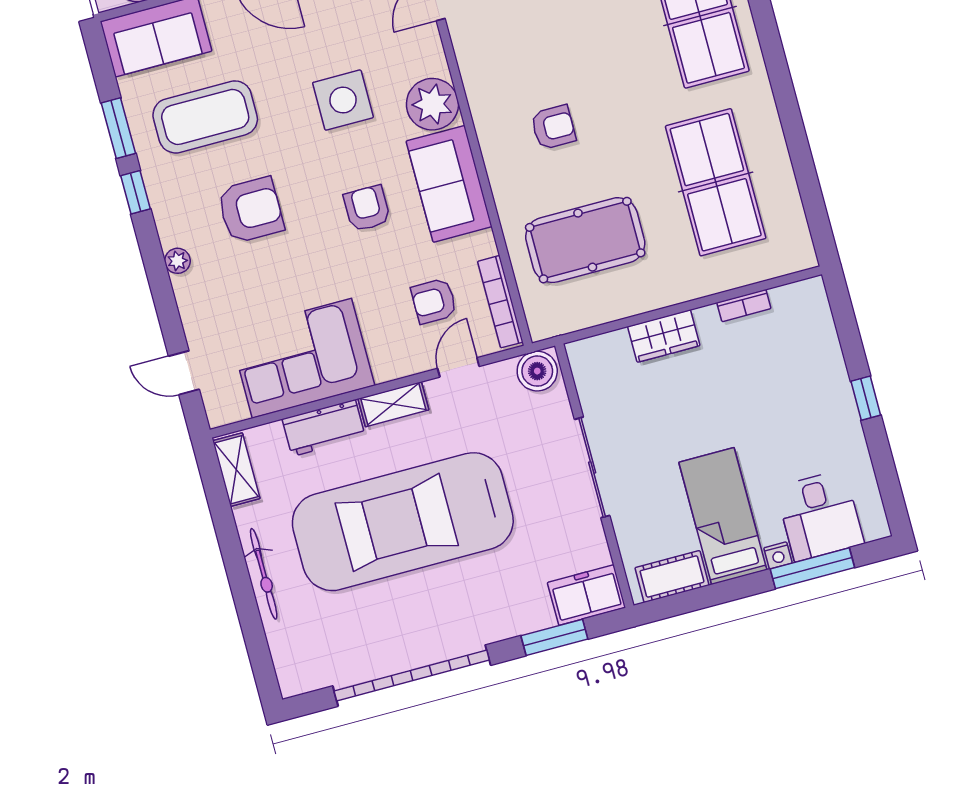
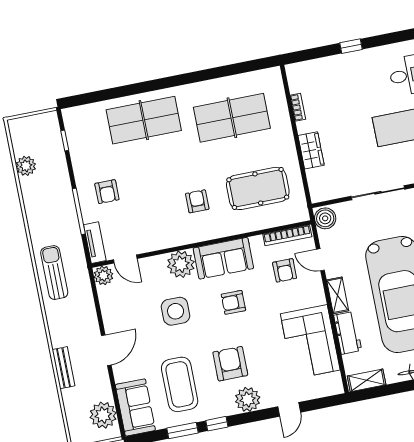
pool table: (585, 240) -> (258, 188), turned 90
plant: (178, 261) -> (248, 399), width x1.88, depth x1.88
door: (184, 373) -> (289, 409), moved

